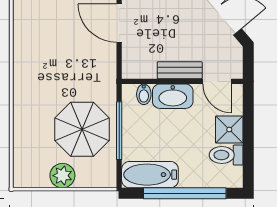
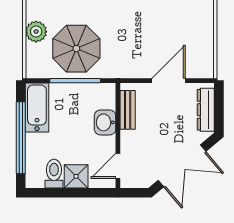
bench: (180, 70) -> (128, 110), moved
bidet: (144, 94) -> (107, 102), removed
washbasin: (173, 96) -> (105, 122), width x0.72

